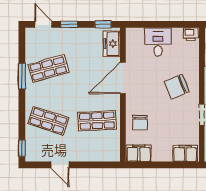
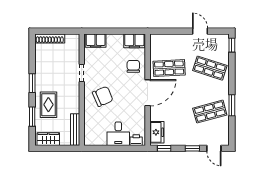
printer: (191, 34) -> (136, 140), moved
door: (123, 78) -> (148, 93), moved

